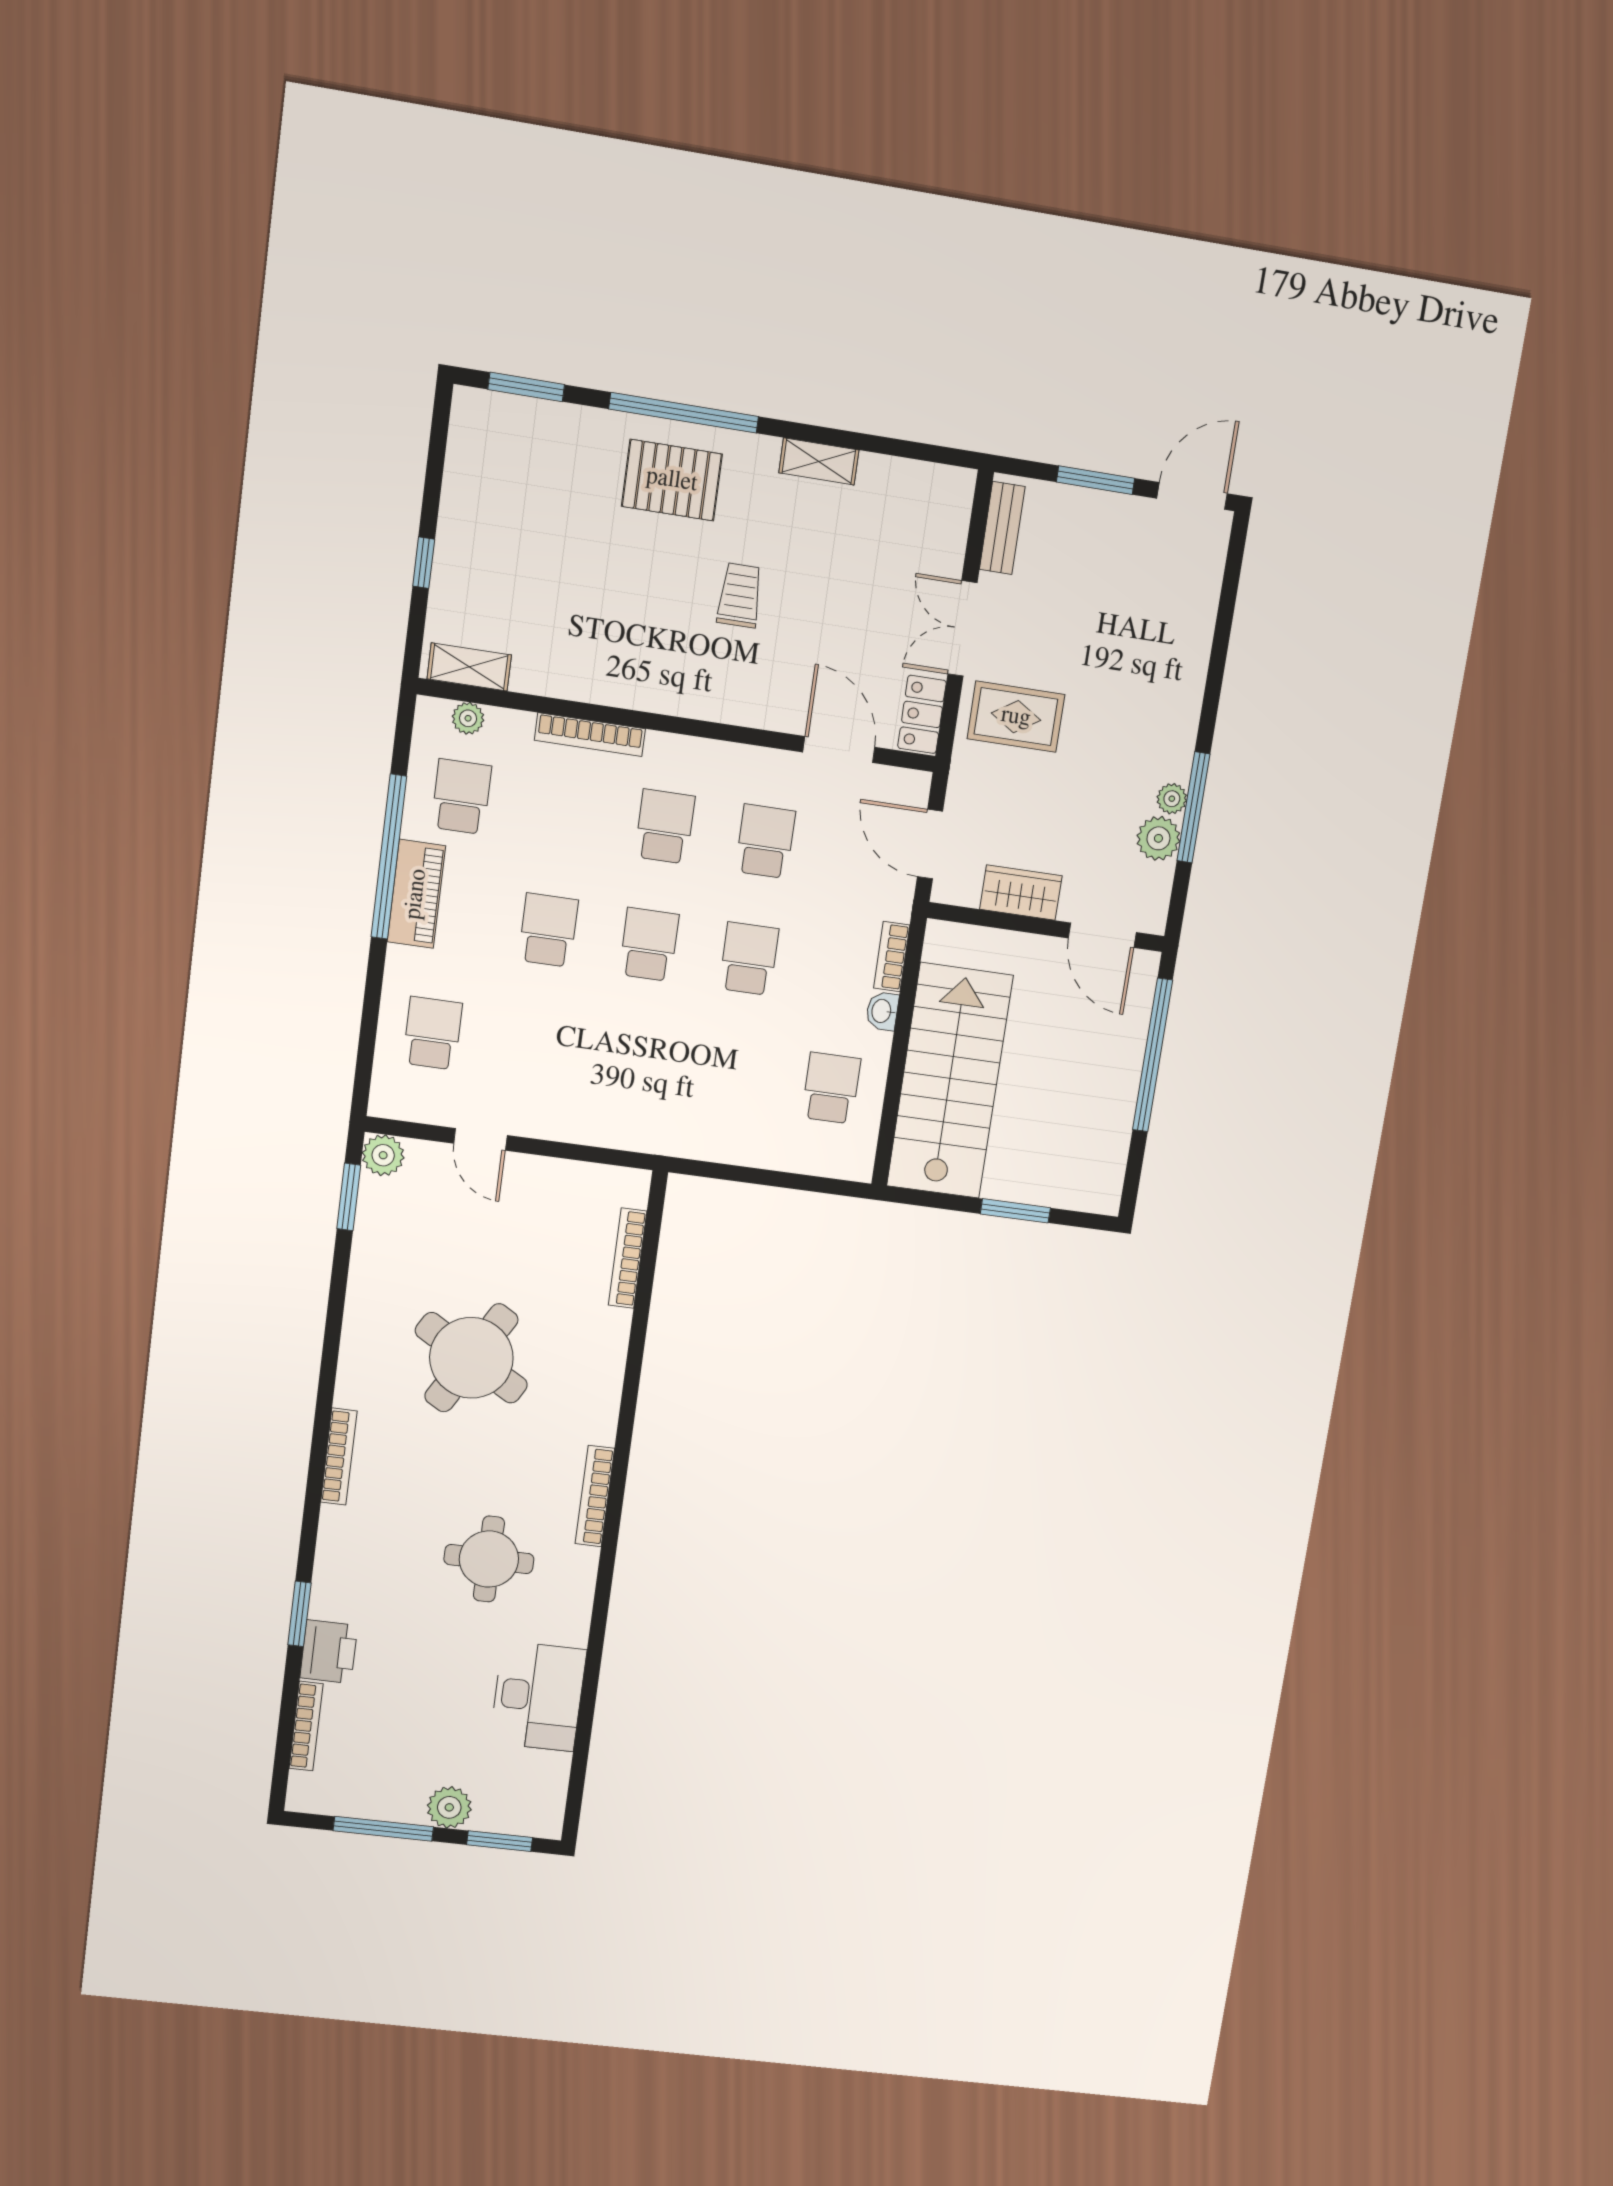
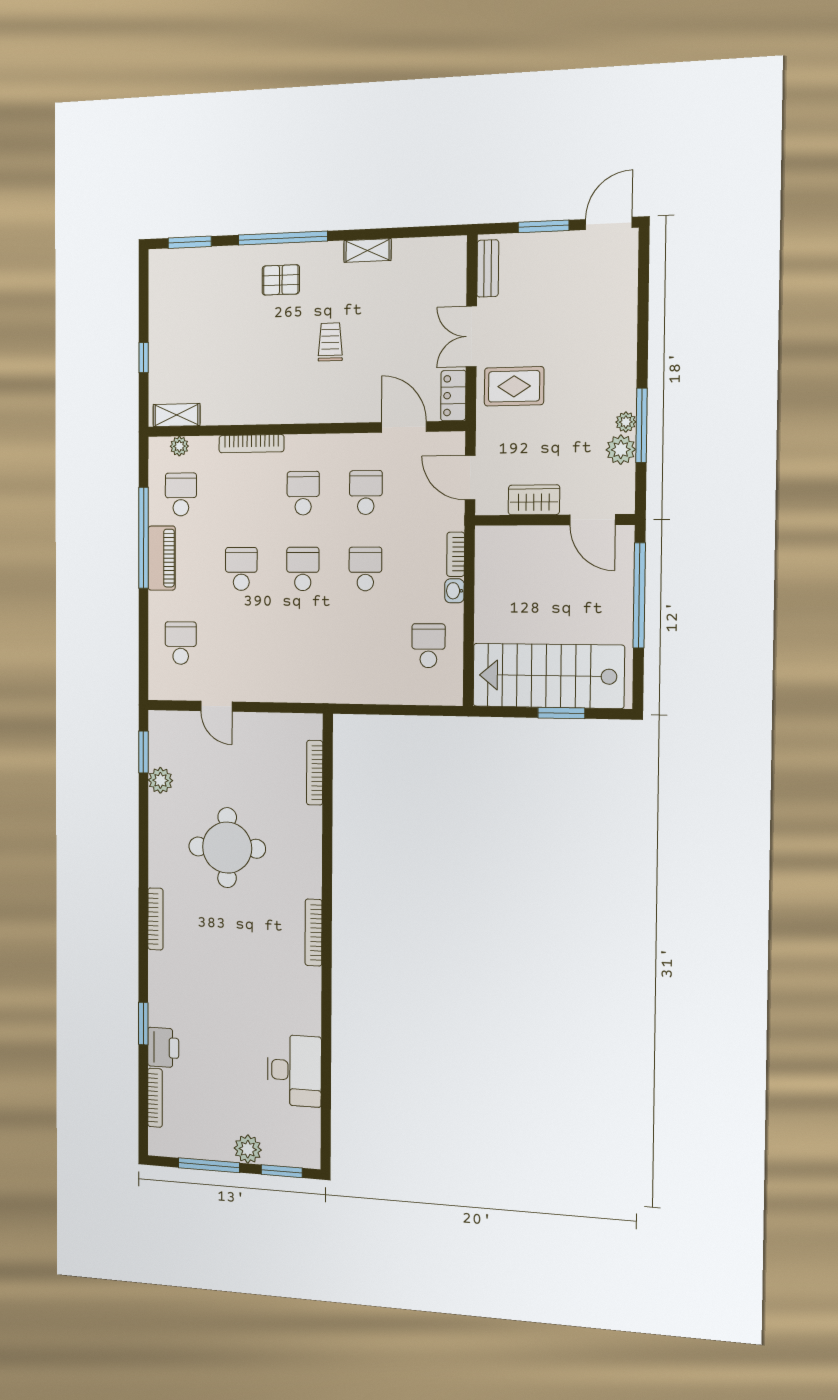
pallet: (672, 480) -> (281, 280), width x0.67, depth x0.71
stairs: (950, 1081) -> (548, 676), moved, turned -90
plant: (383, 1155) -> (160, 780), moved
round table: (471, 1358) -> (227, 848), turned -30
round table: (489, 1559) -> (253, 980), removed

